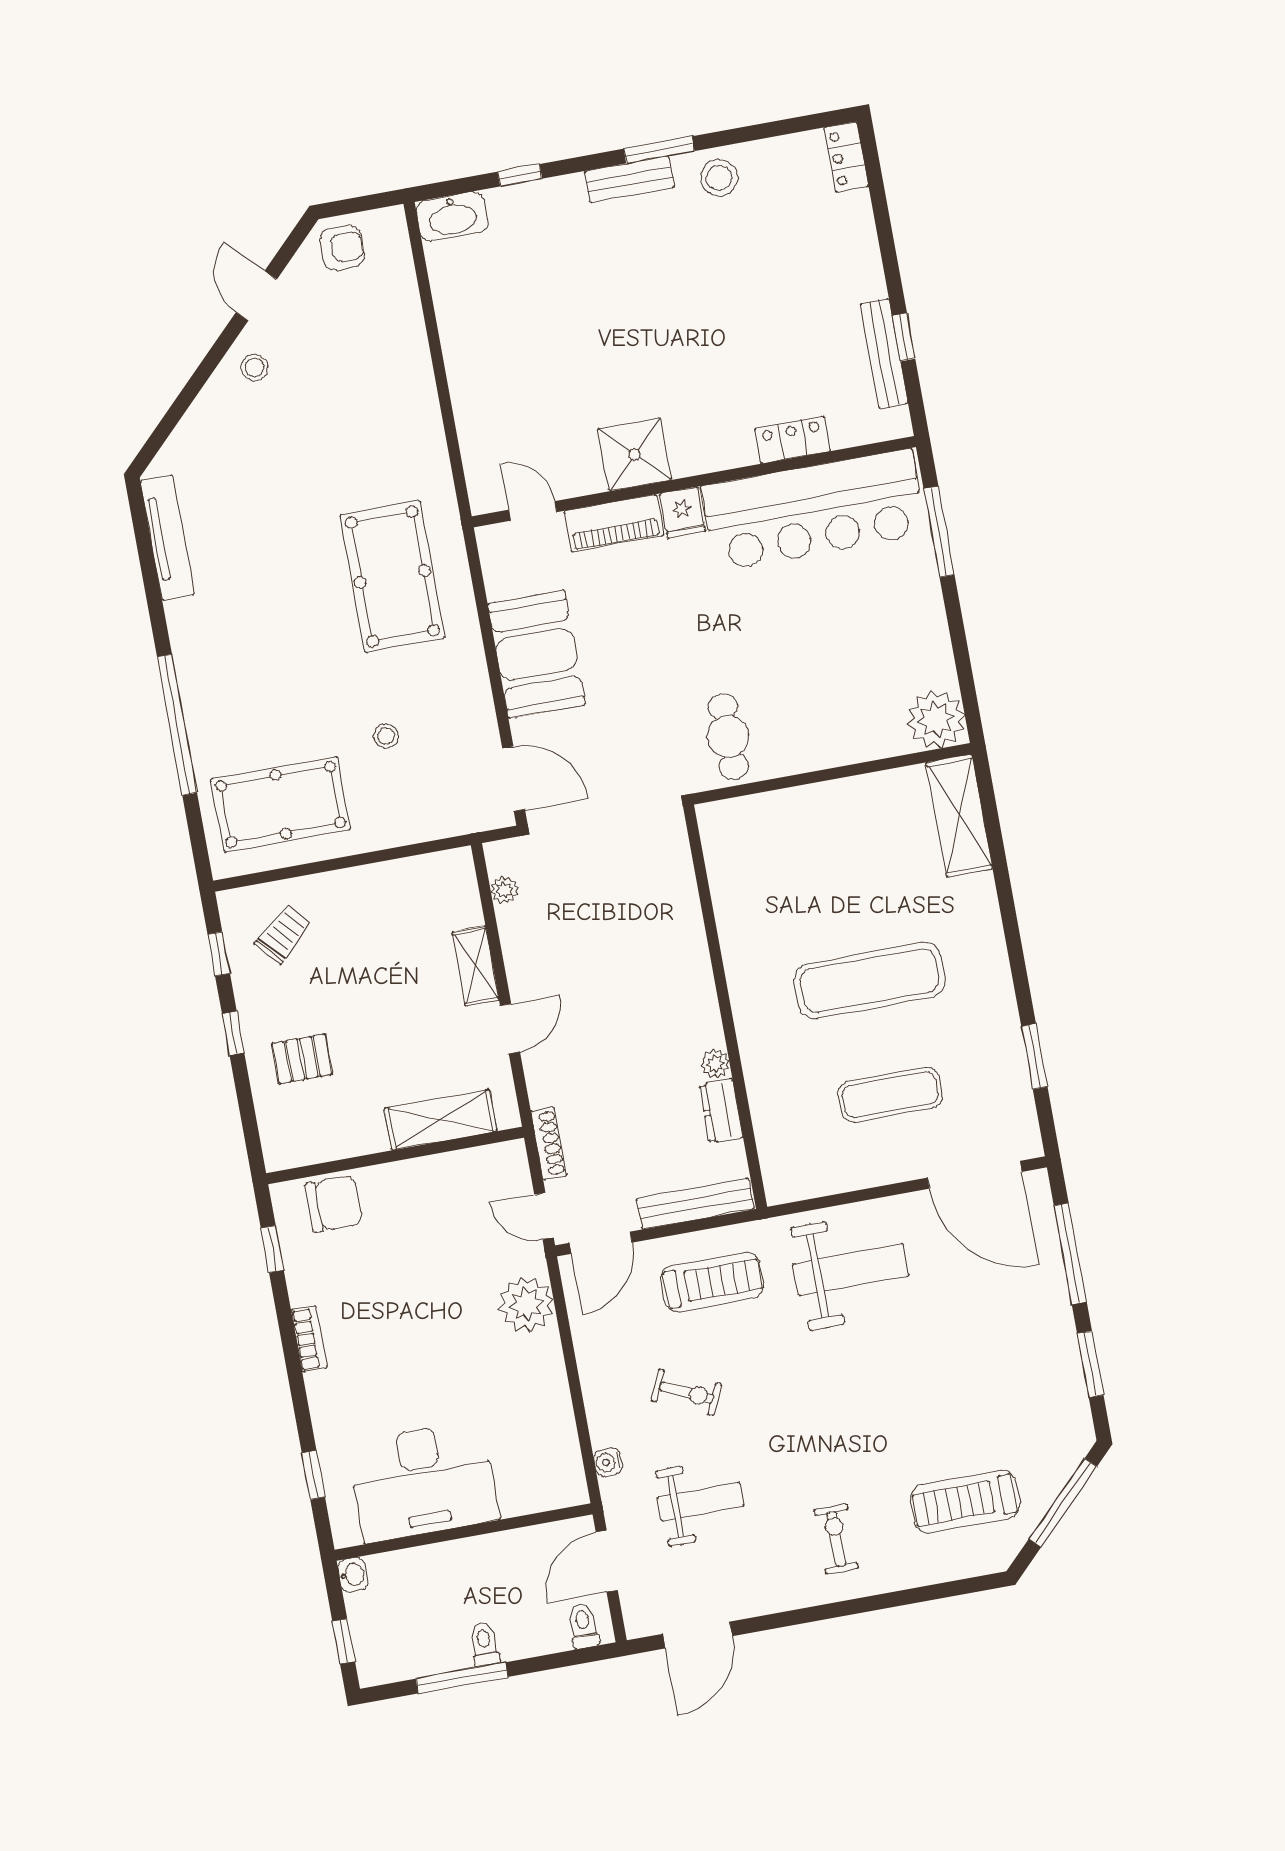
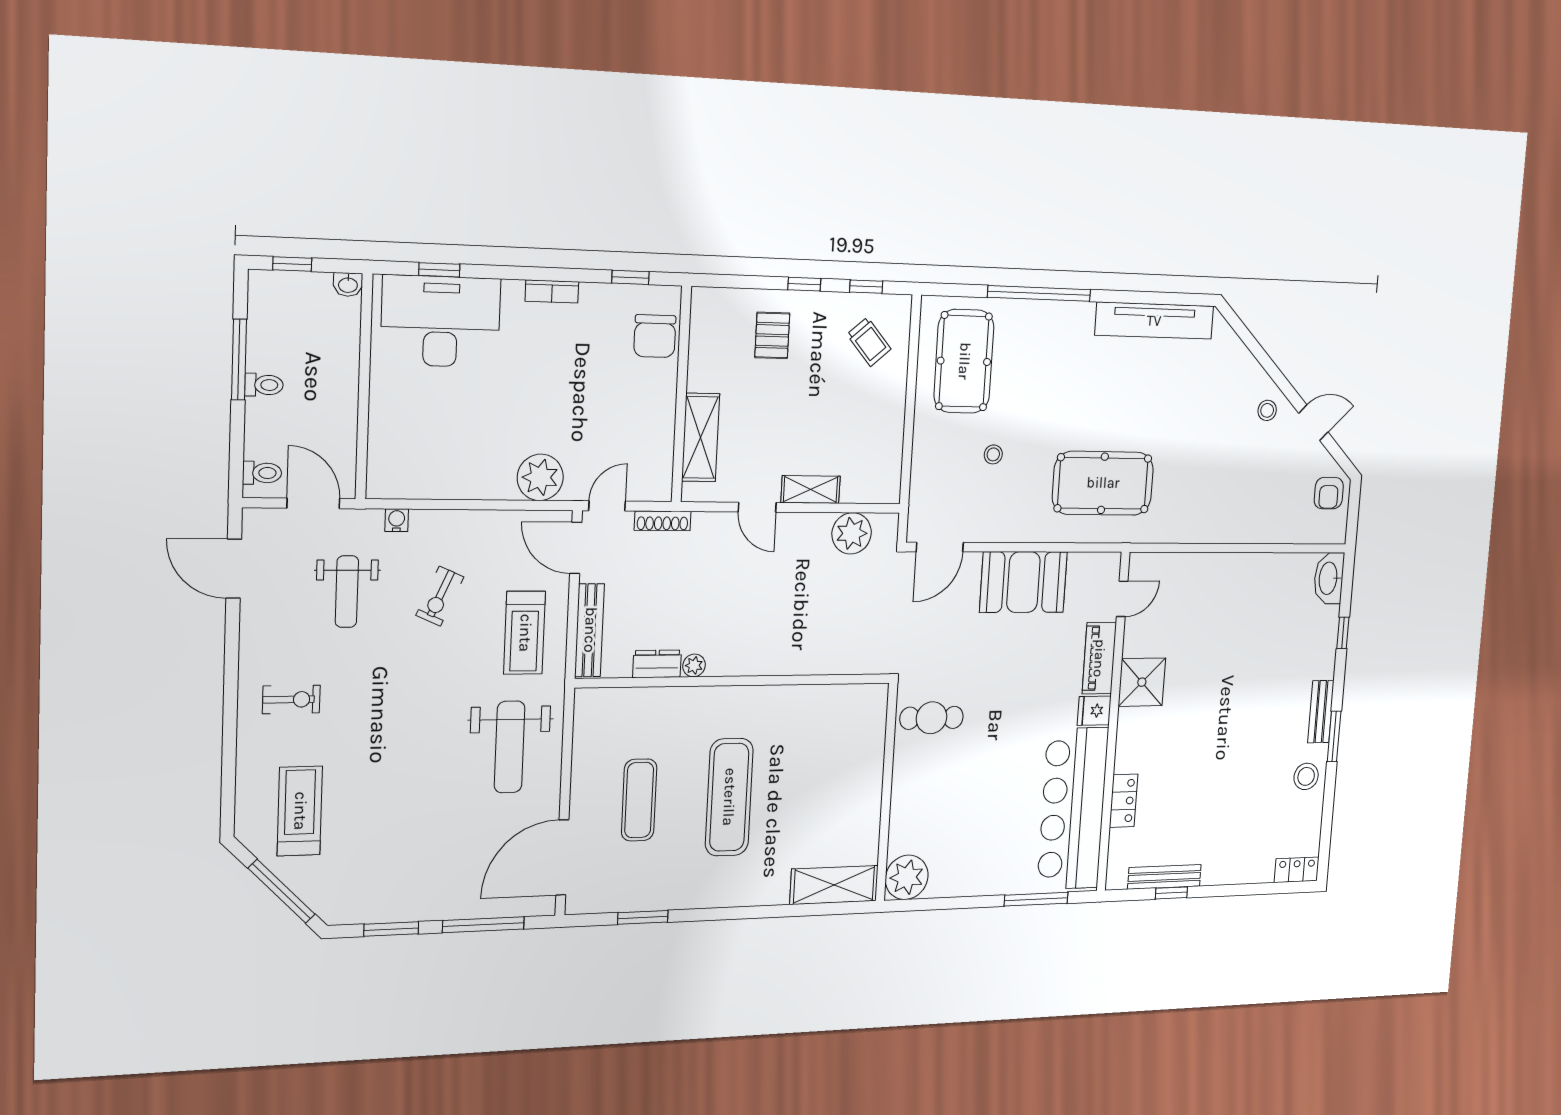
tv unit: (167, 538) -> (1154, 321), width x1.36, depth x1.29
plant: (504, 890) -> (852, 533), width x1.87, depth x1.87
desk: (423, 1481) -> (441, 321), moved, turned 90

